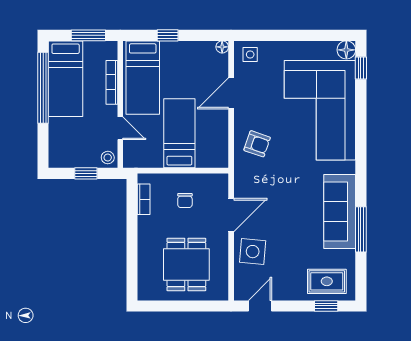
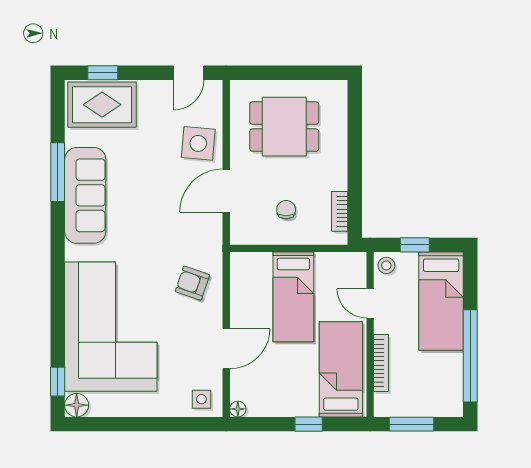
bed: (66, 79) -> (441, 301), moved, turned 180
dining table: (186, 265) -> (284, 127), turned 90
rug: (327, 281) -> (102, 105), width x1.36, depth x1.43

